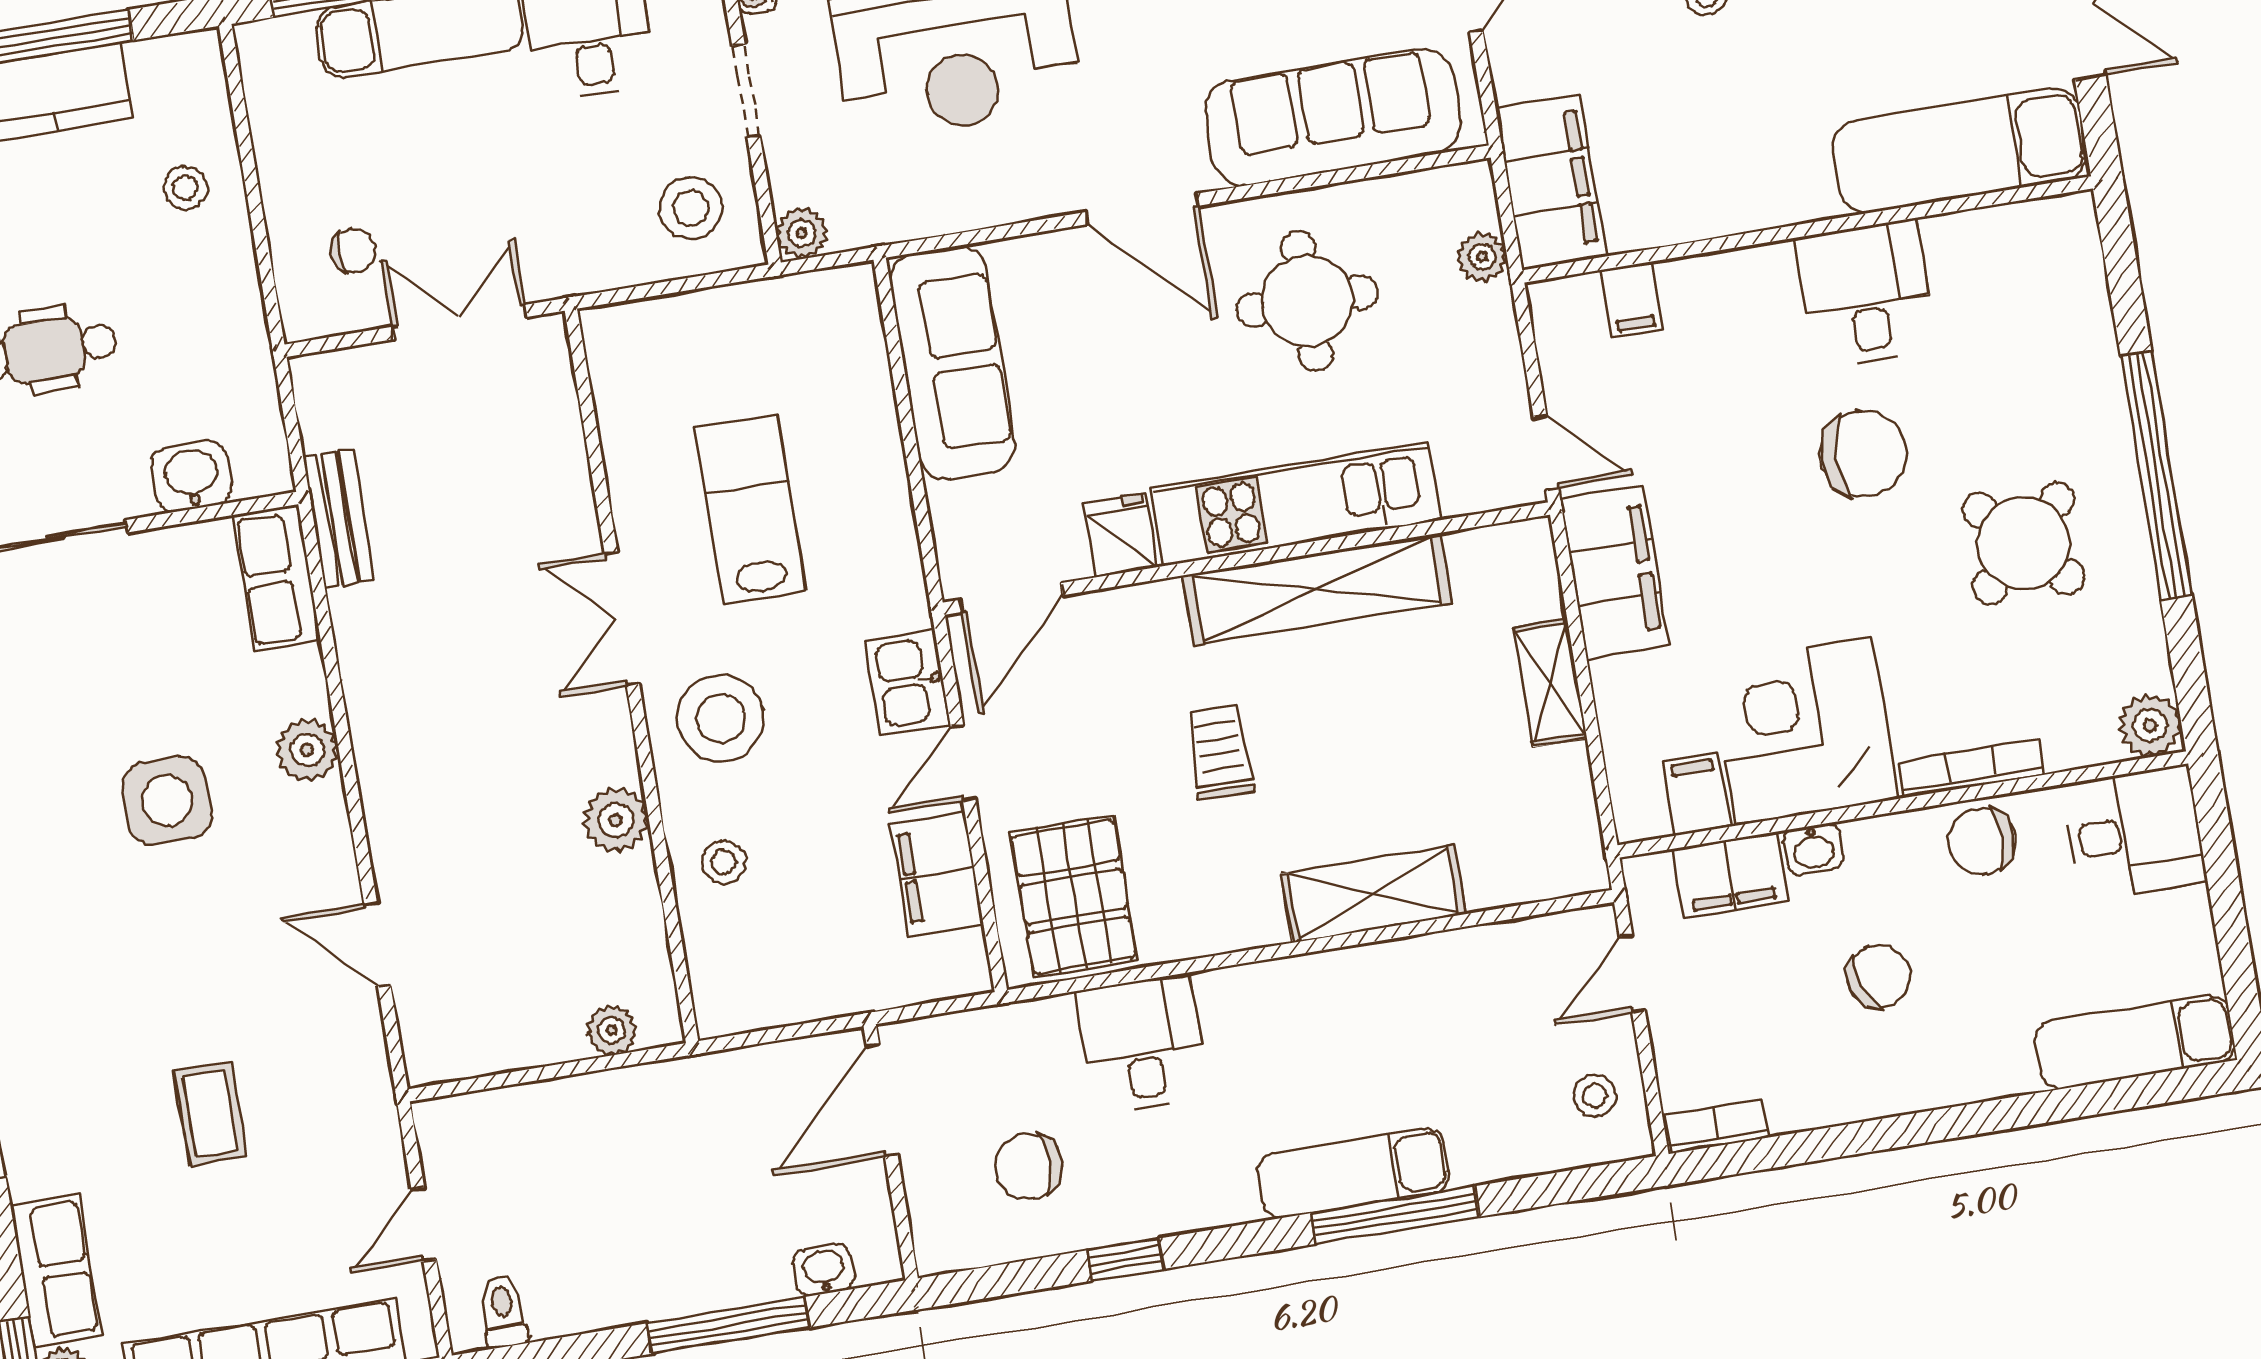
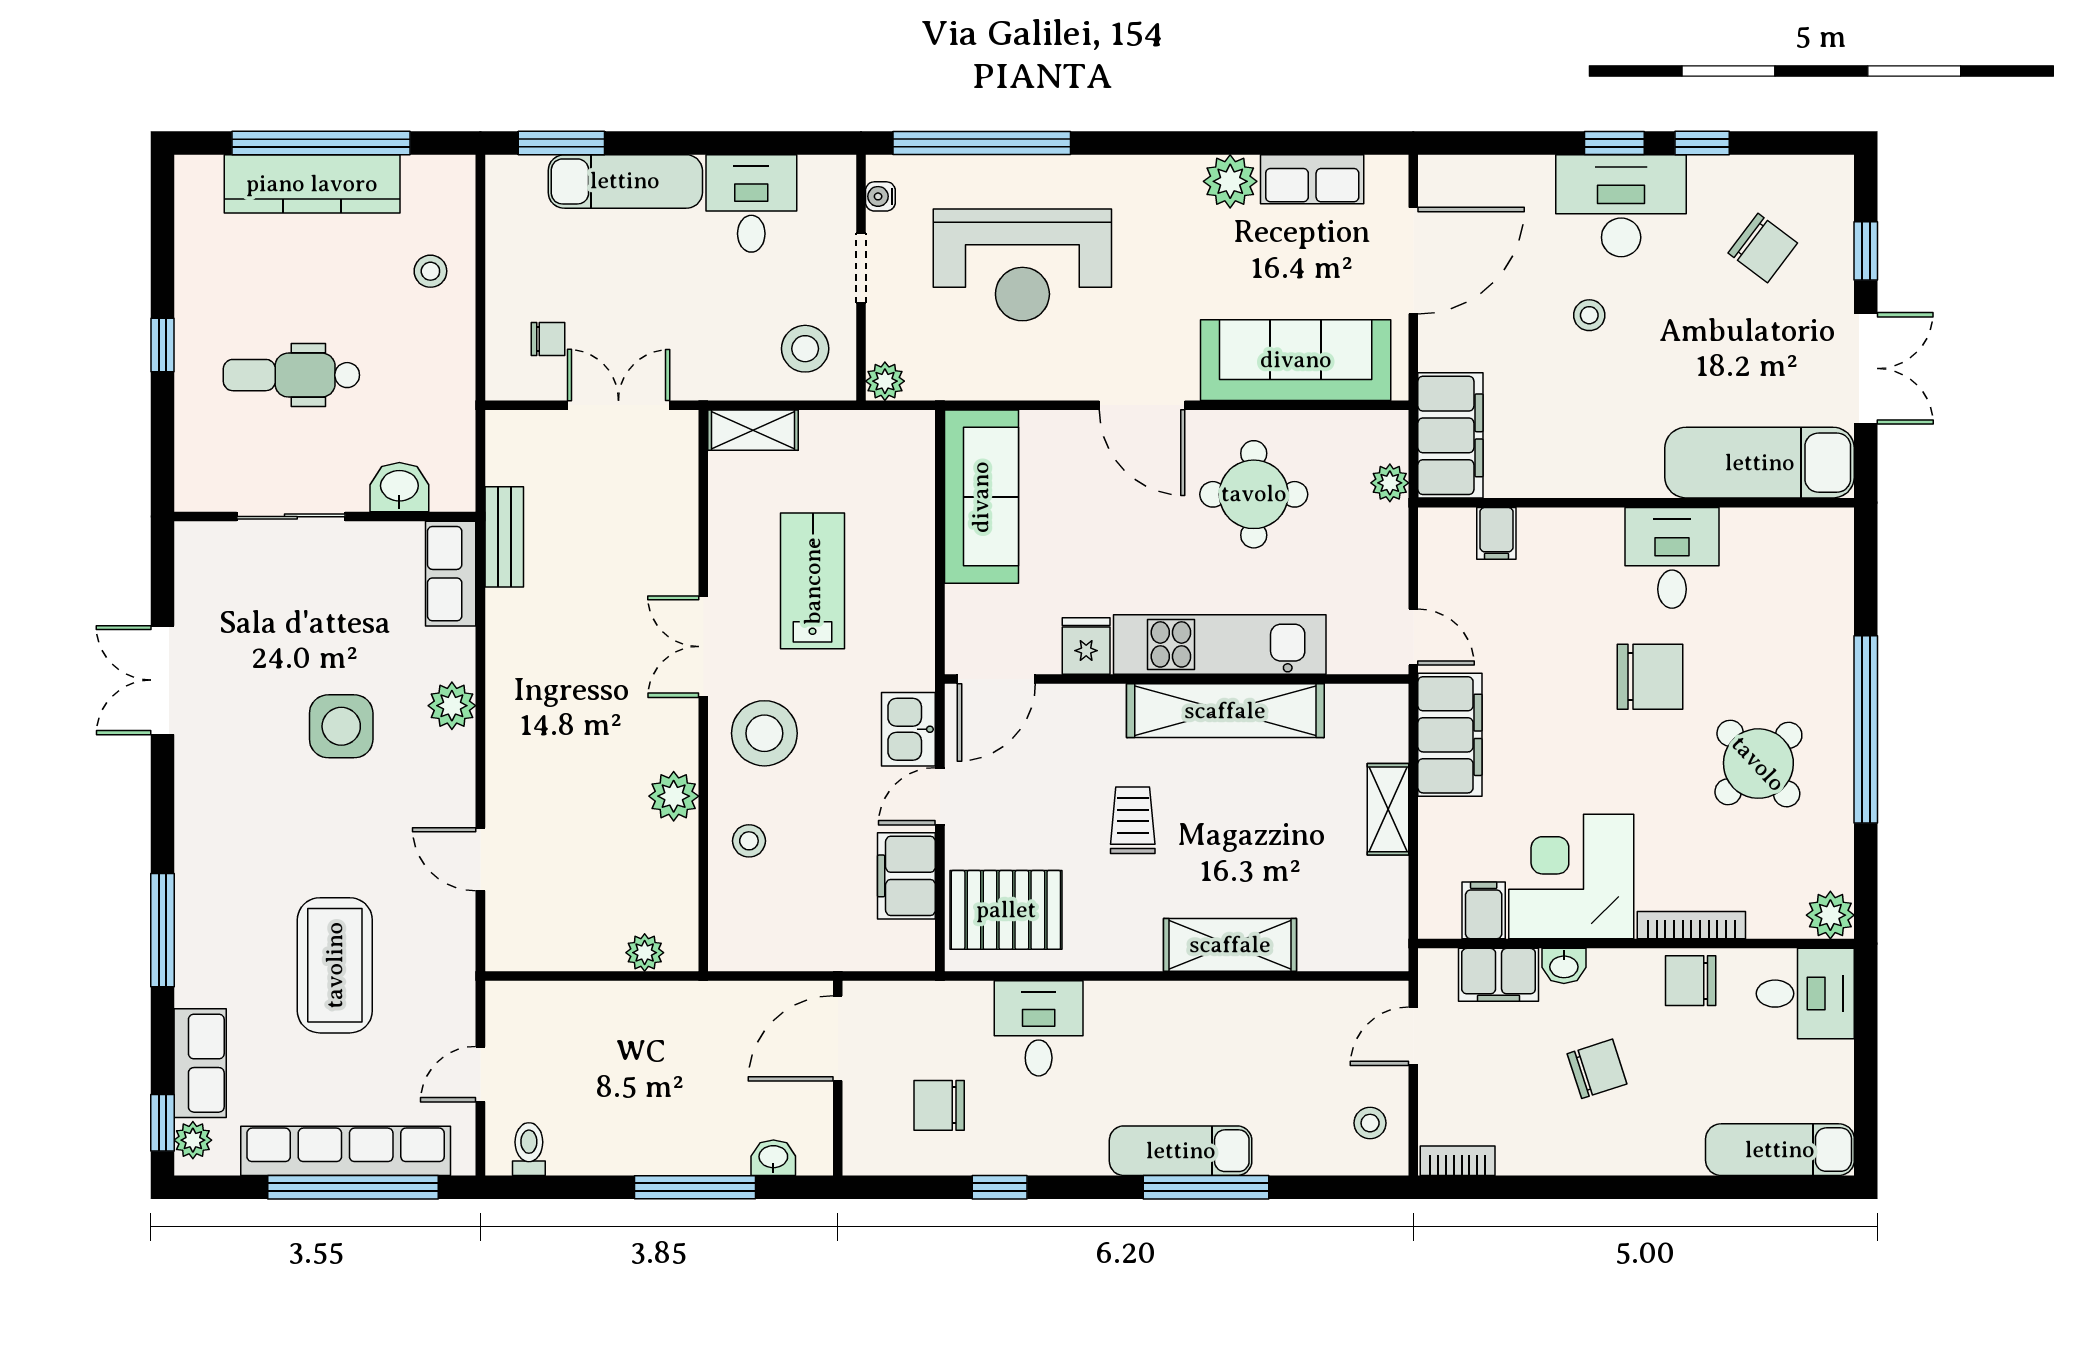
shelving: (640, 325) -> (753, 430), added
pallet: (1074, 897) -> (1006, 910), turned 90
coffee table: (210, 1114) -> (335, 965), width x1.86, depth x1.72

